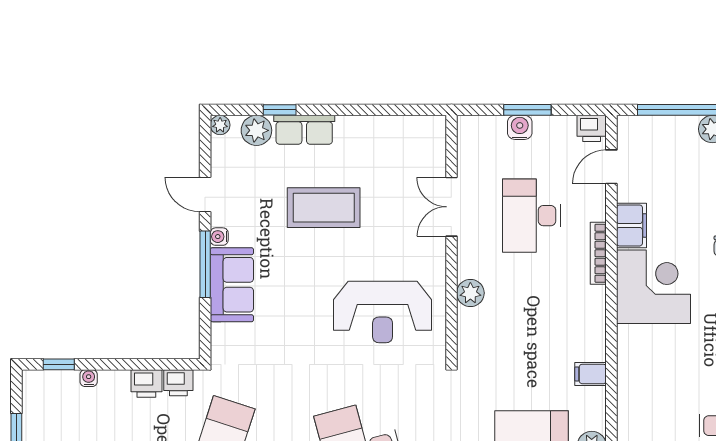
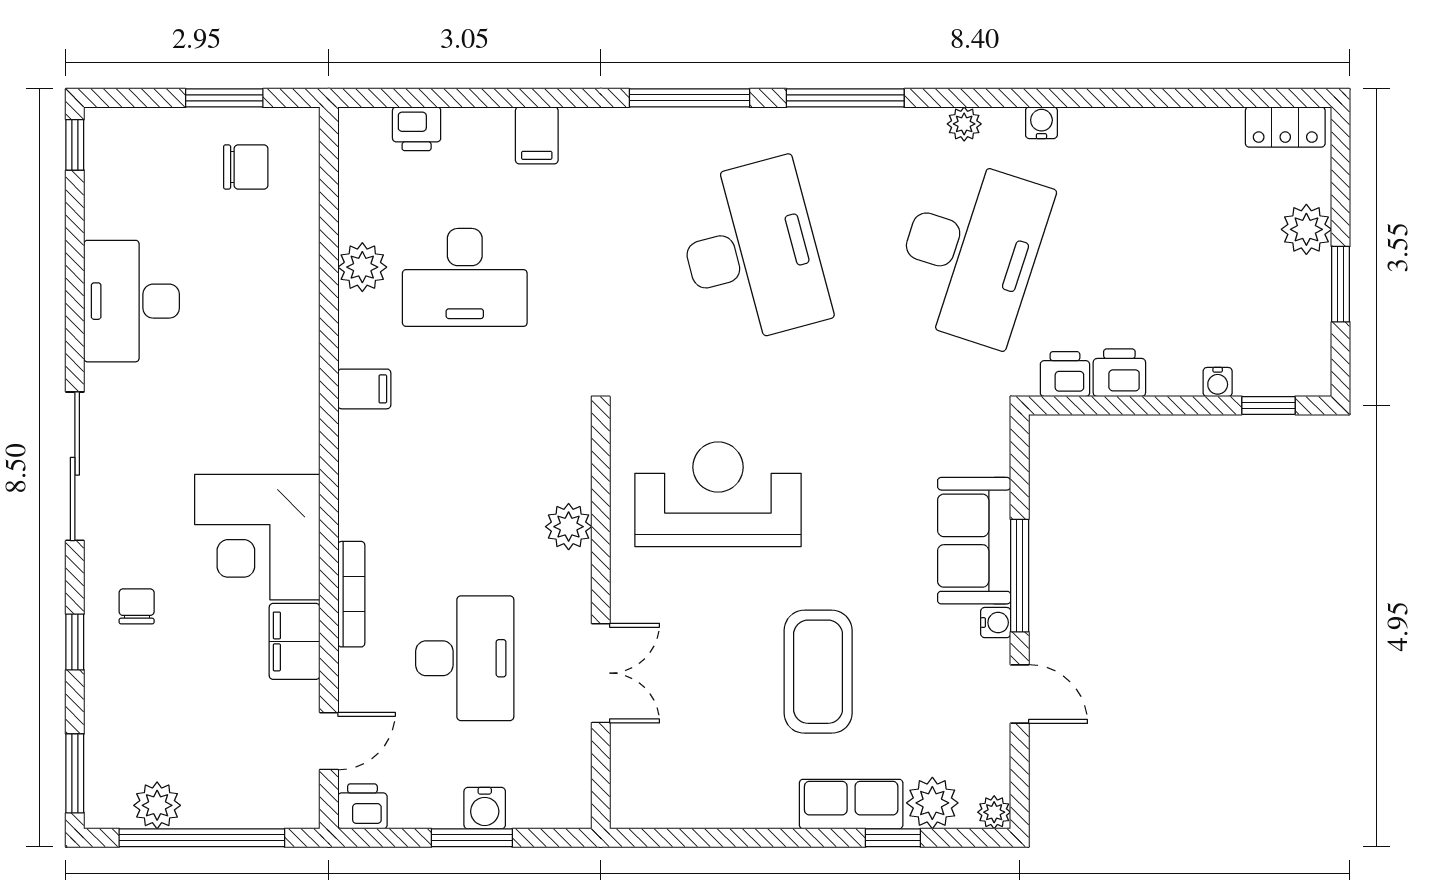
coffee table: (324, 208) -> (818, 672), turned 90

